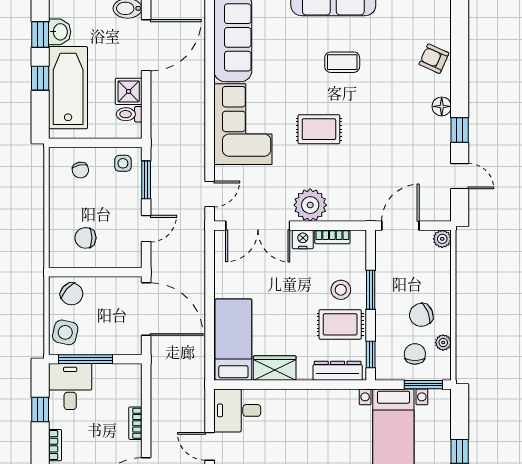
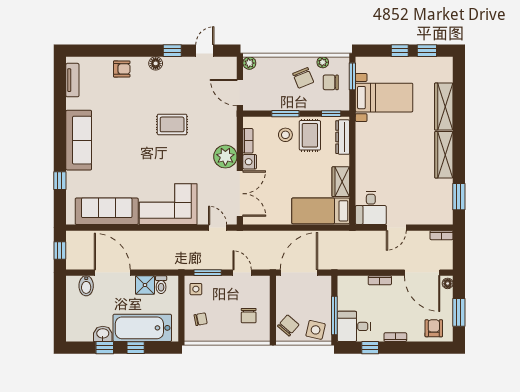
armchair: (434, 59) -> (122, 69), turned -114
coffee table: (342, 62) -> (124, 134), removed
rug: (319, 129) -> (172, 124), moved, turned 90

